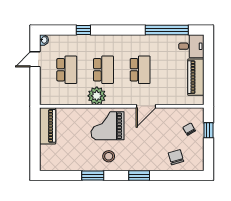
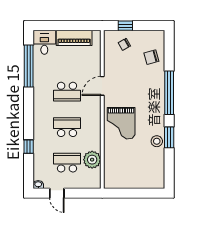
school desk: (140, 70) -> (67, 92), turned 180
plant: (97, 96) -> (92, 160), moved
door: (146, 106) -> (102, 86), swing flipped
piano: (48, 126) -> (121, 181), removed
stool: (109, 156) -> (157, 141), moved
window: (139, 176) -> (169, 93), width x2.11

